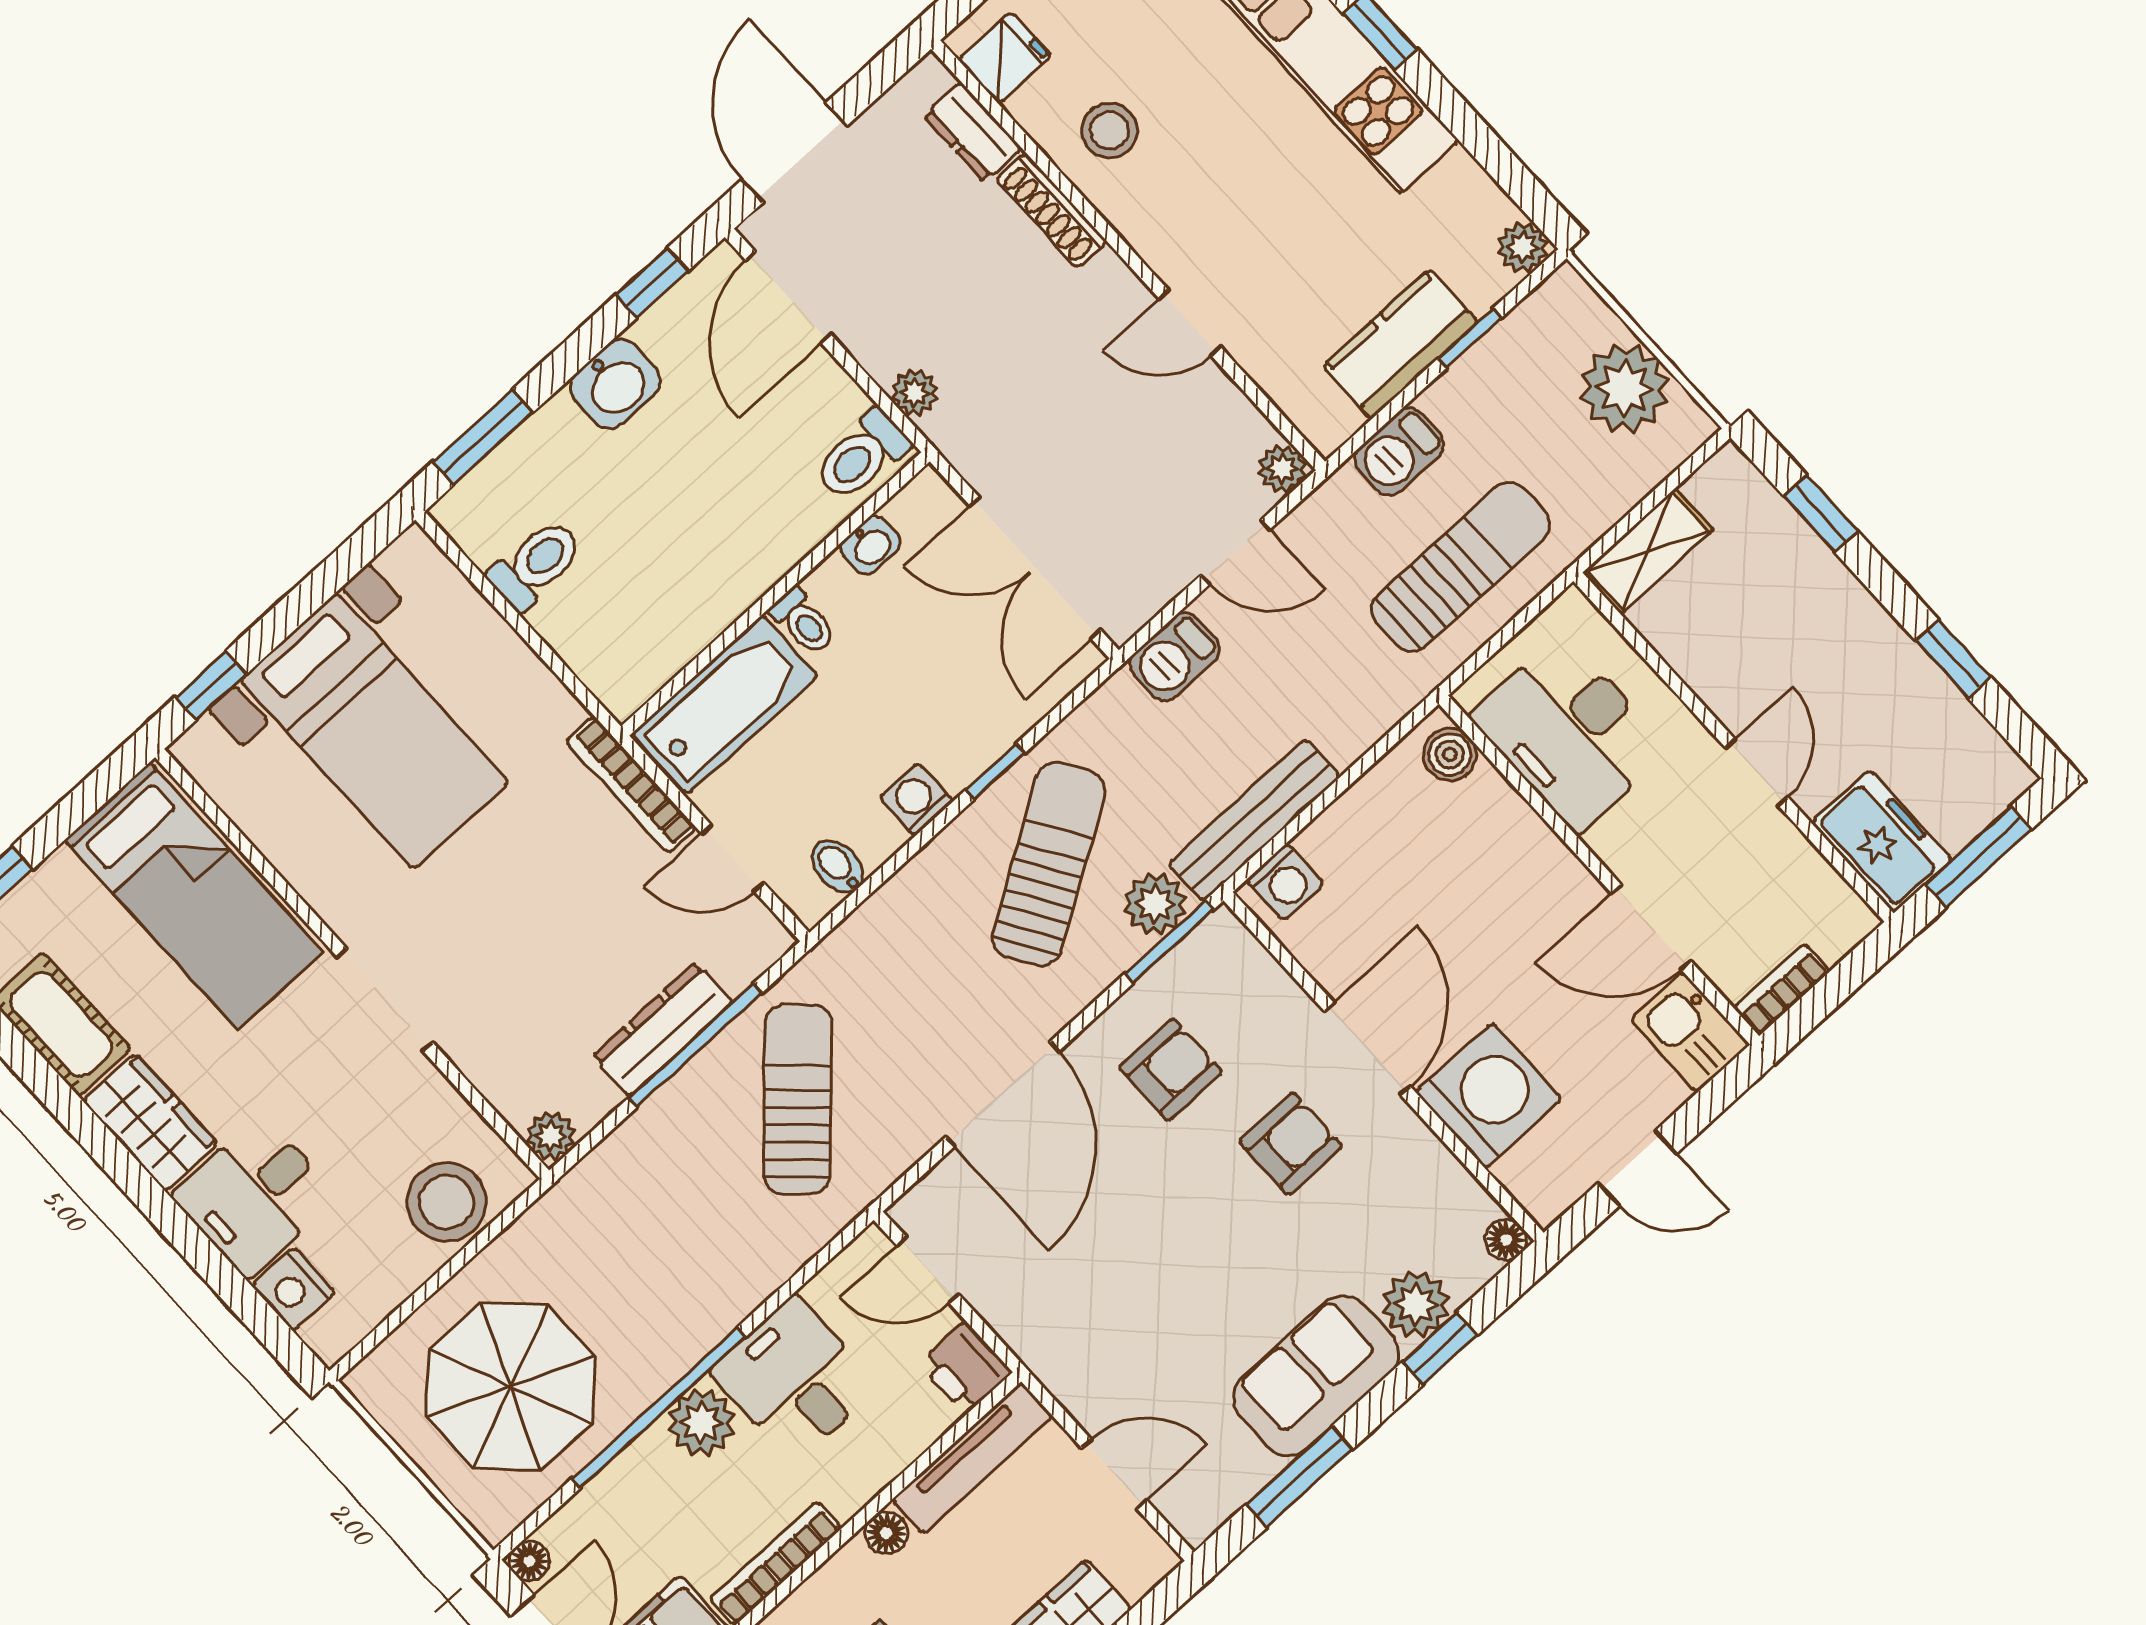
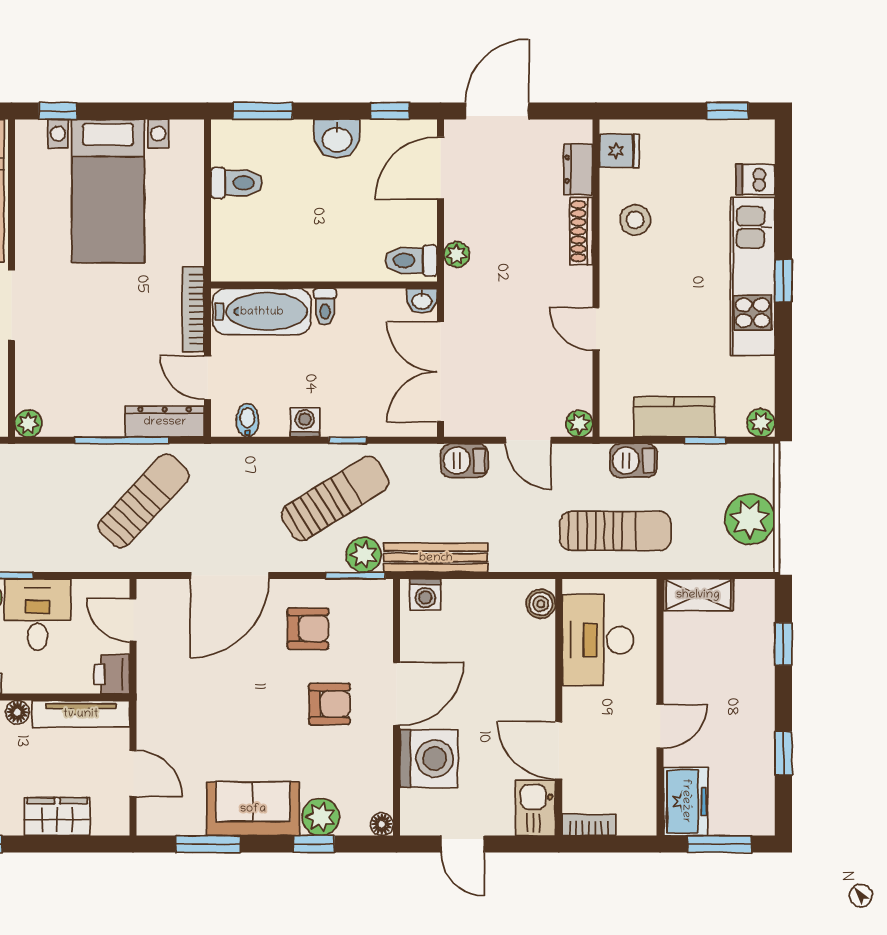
washbasin: (870, 545) -> (422, 301), moved
dresser: (663, 1029) -> (165, 422), moved

